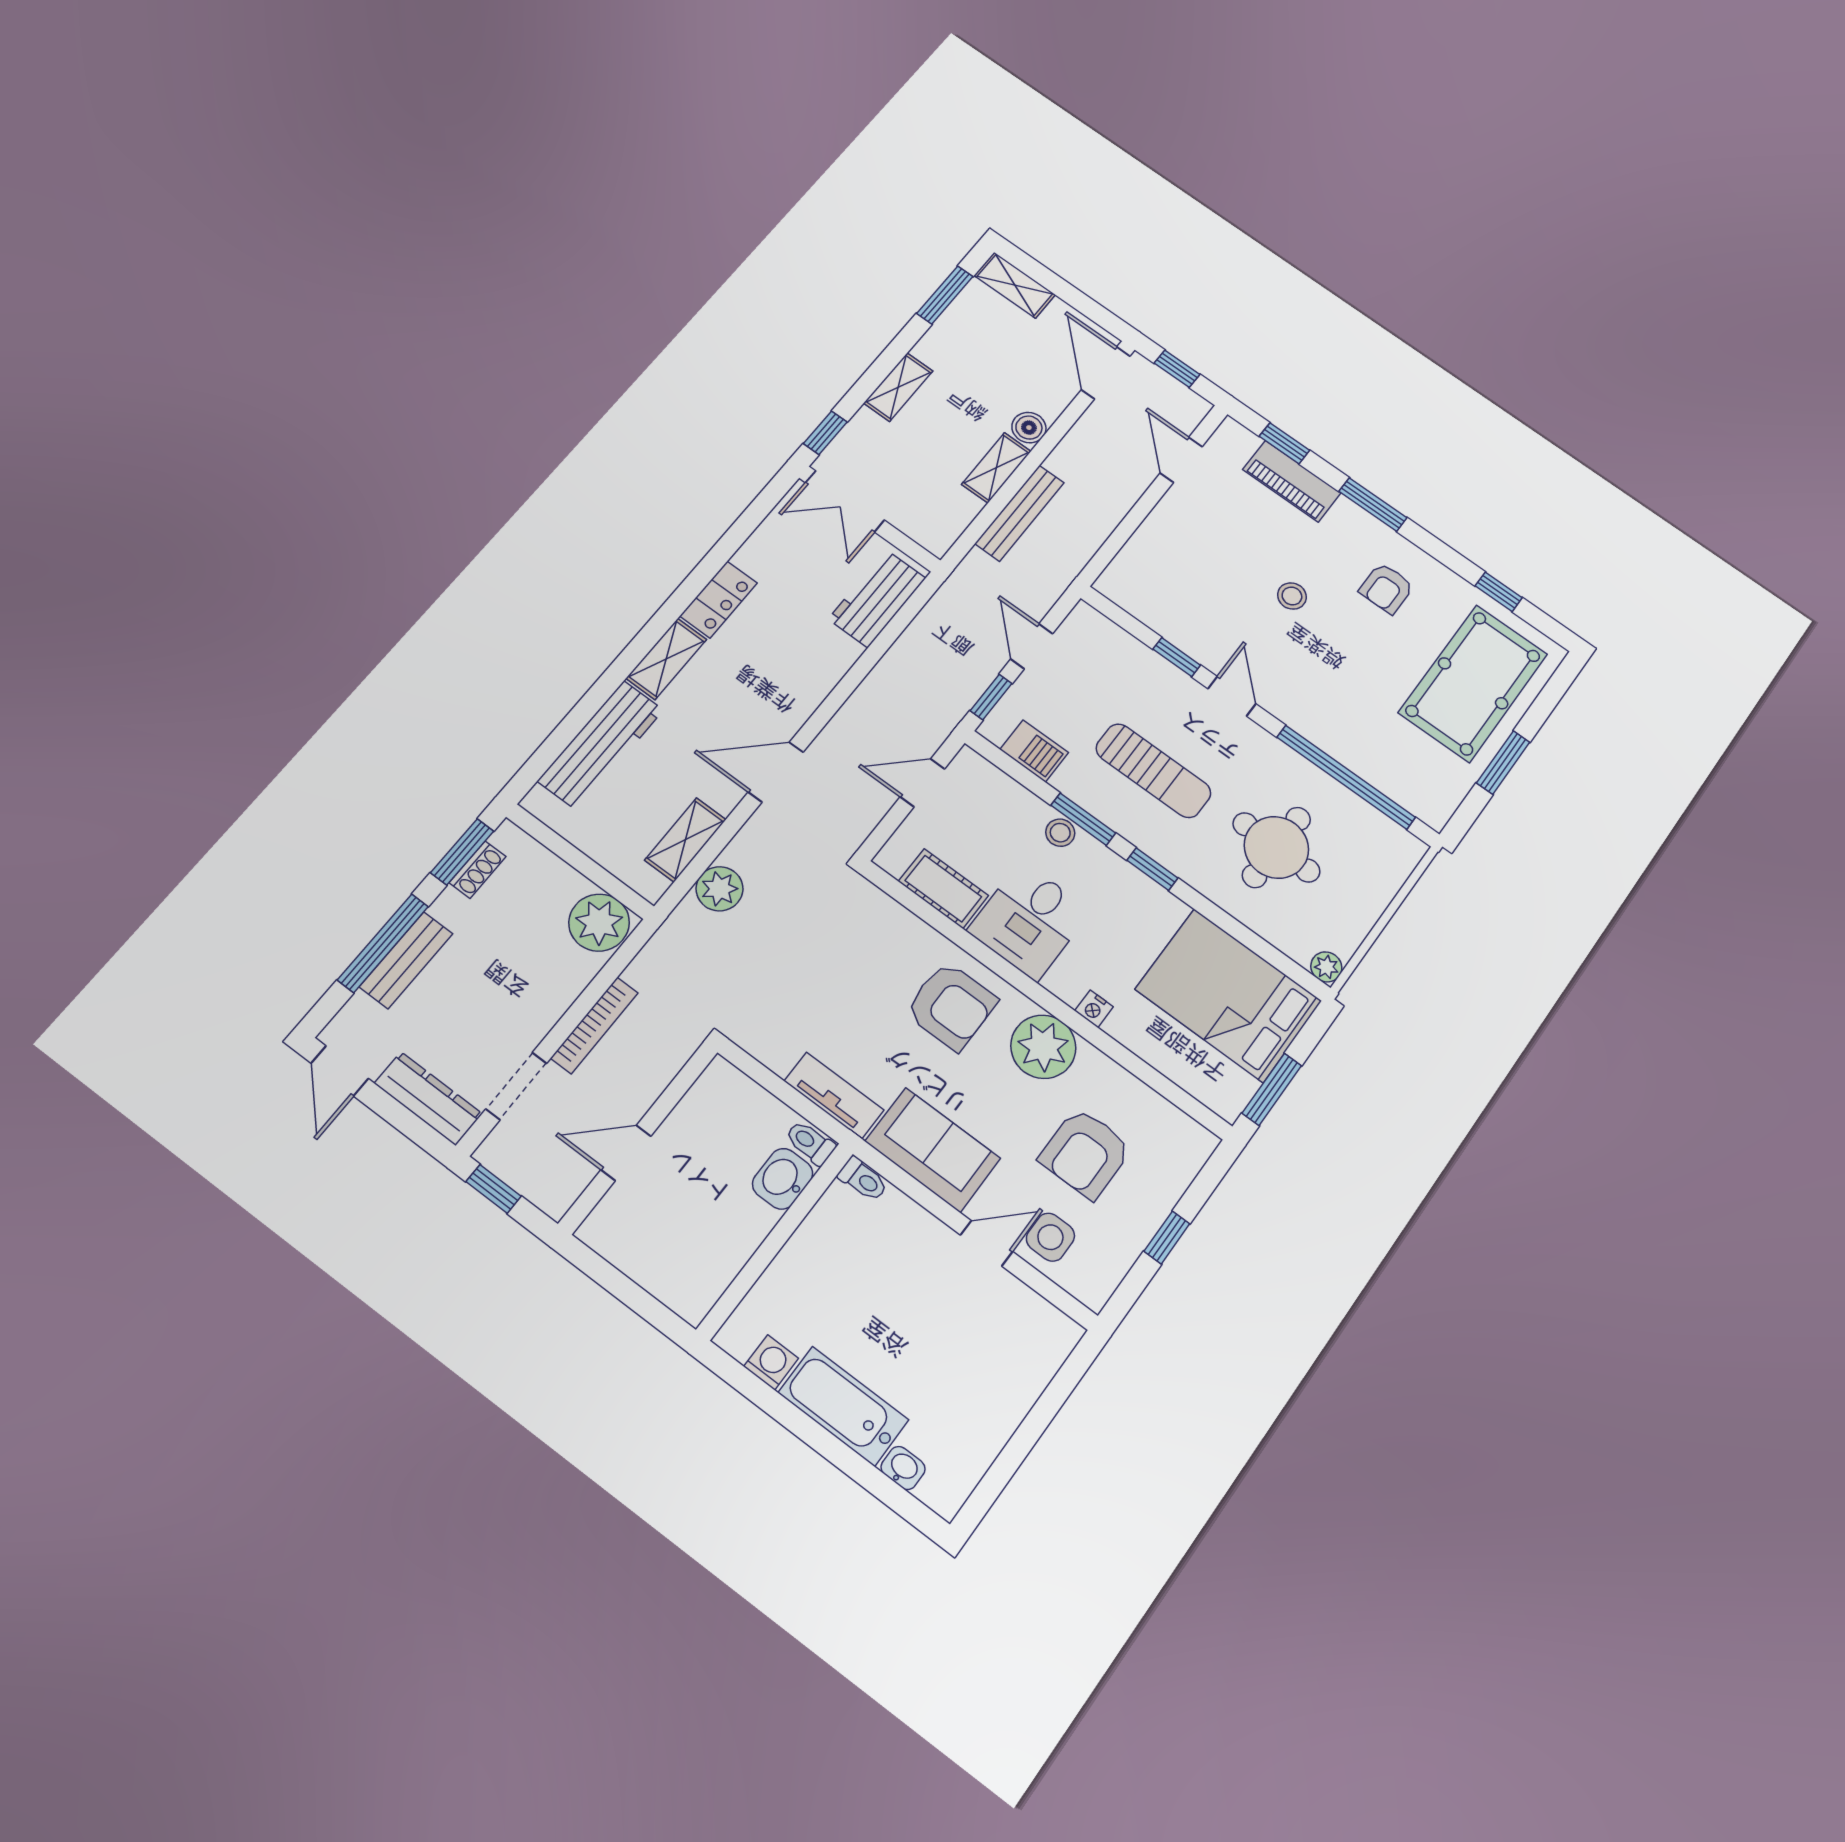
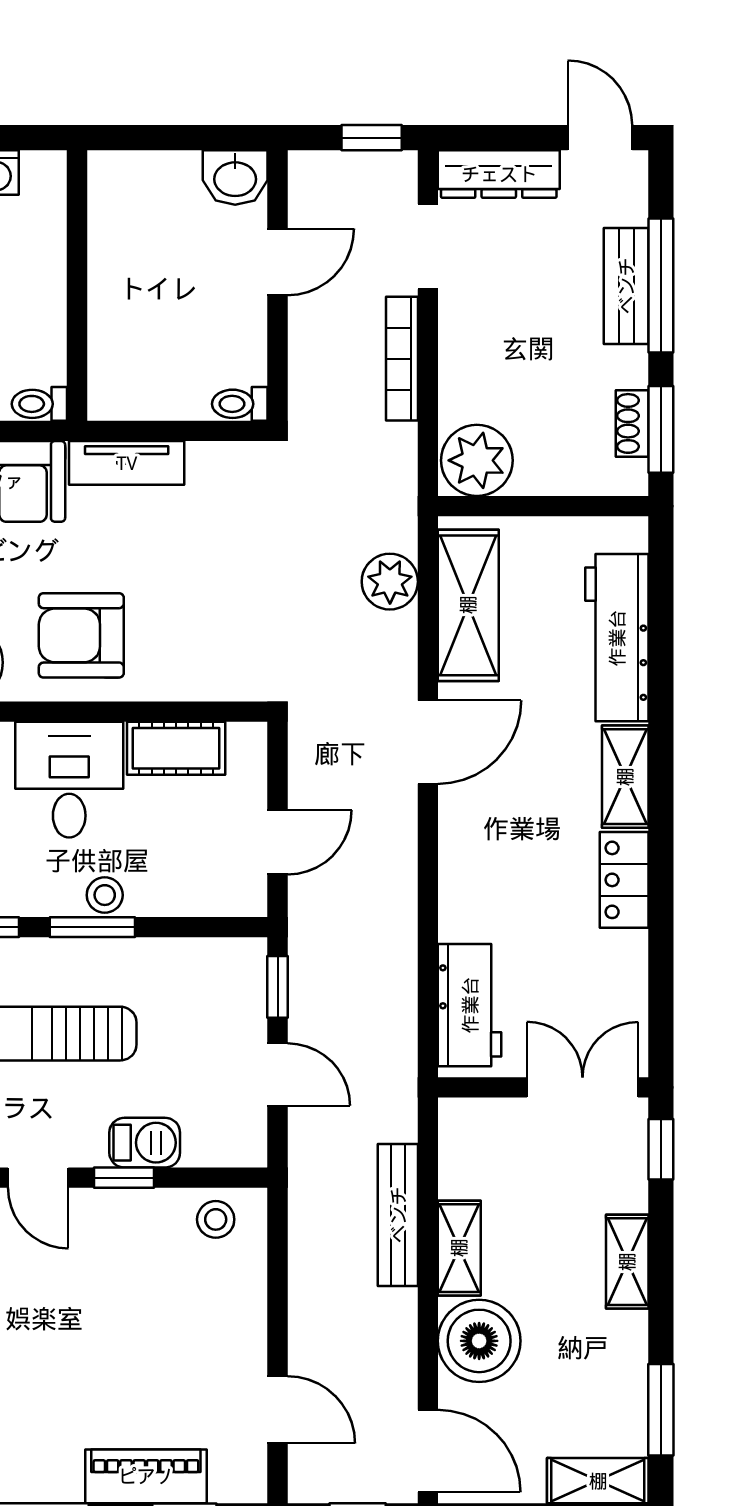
boiler: (1029, 428) -> (479, 1341), width x1.86, depth x1.86
stool: (1292, 596) -> (216, 1219), moved
barbecue: (1034, 751) -> (145, 1143), moved, turned 180
shelving: (685, 840) -> (468, 605), width x1.50, depth x1.33
toilet: (810, 1143) -> (240, 404), moved, turned 180
washbasin: (783, 1179) -> (235, 178), moved, turned 90

